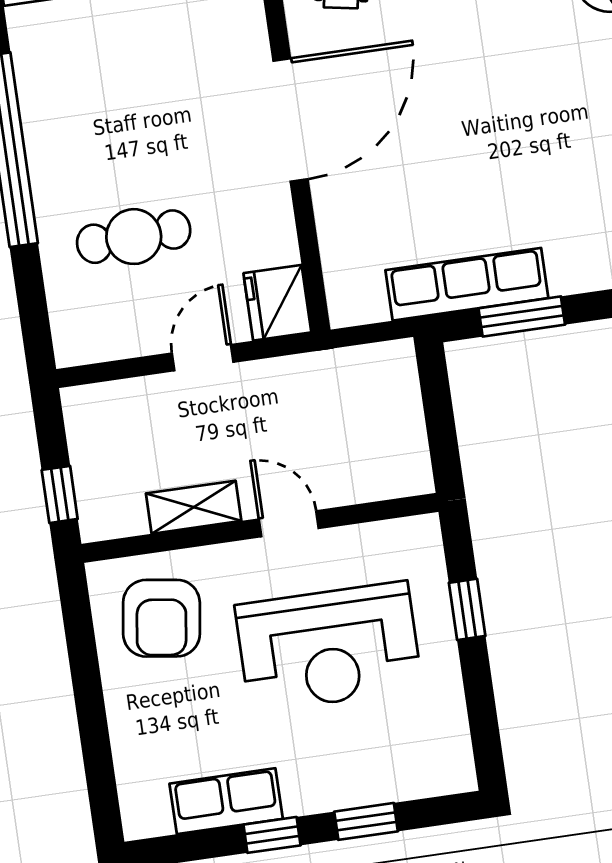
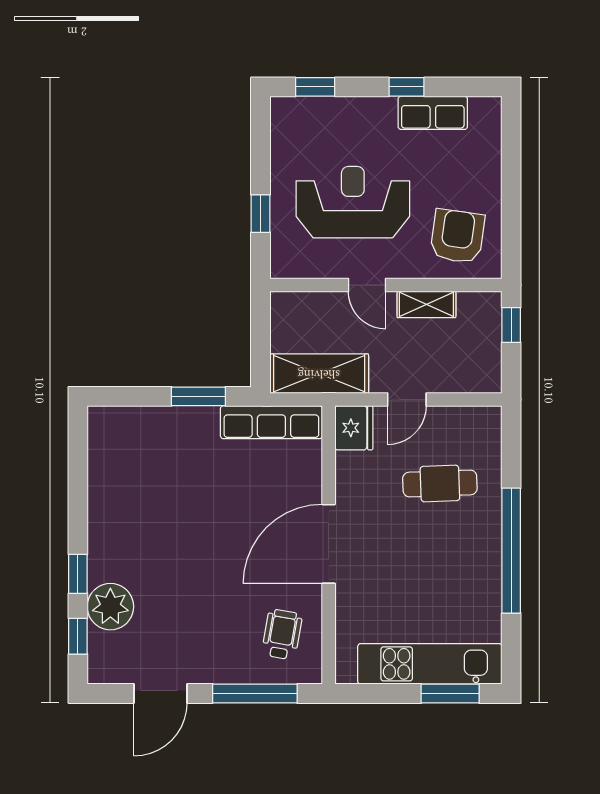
row of seats: (467, 284) -> (271, 422), moved
shelving: (342, 378) -> (319, 374), added
window: (366, 821) -> (315, 87), moved

